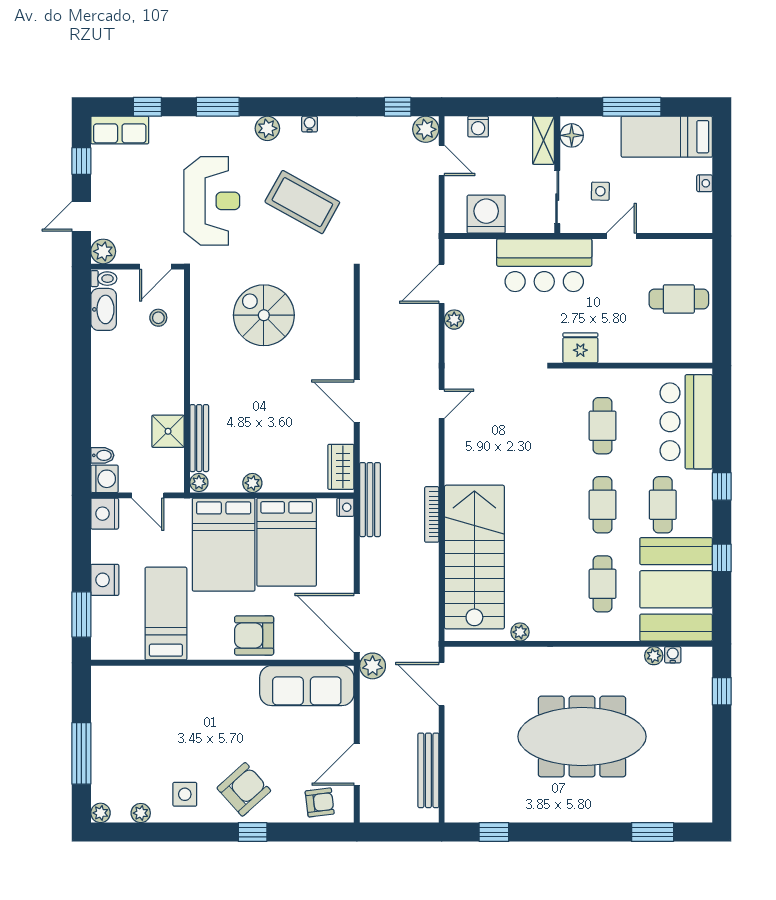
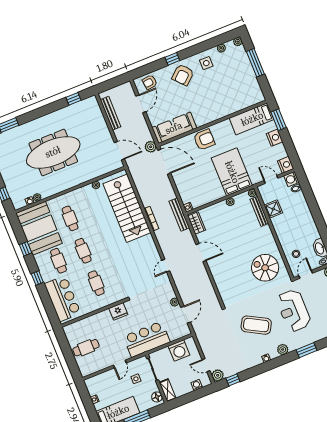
spiral stairs: (264, 315) -> (265, 268), moved, turned 180
bed: (287, 542) -> (206, 183), removed
bed: (166, 614) -> (252, 119), moved, turned 90

